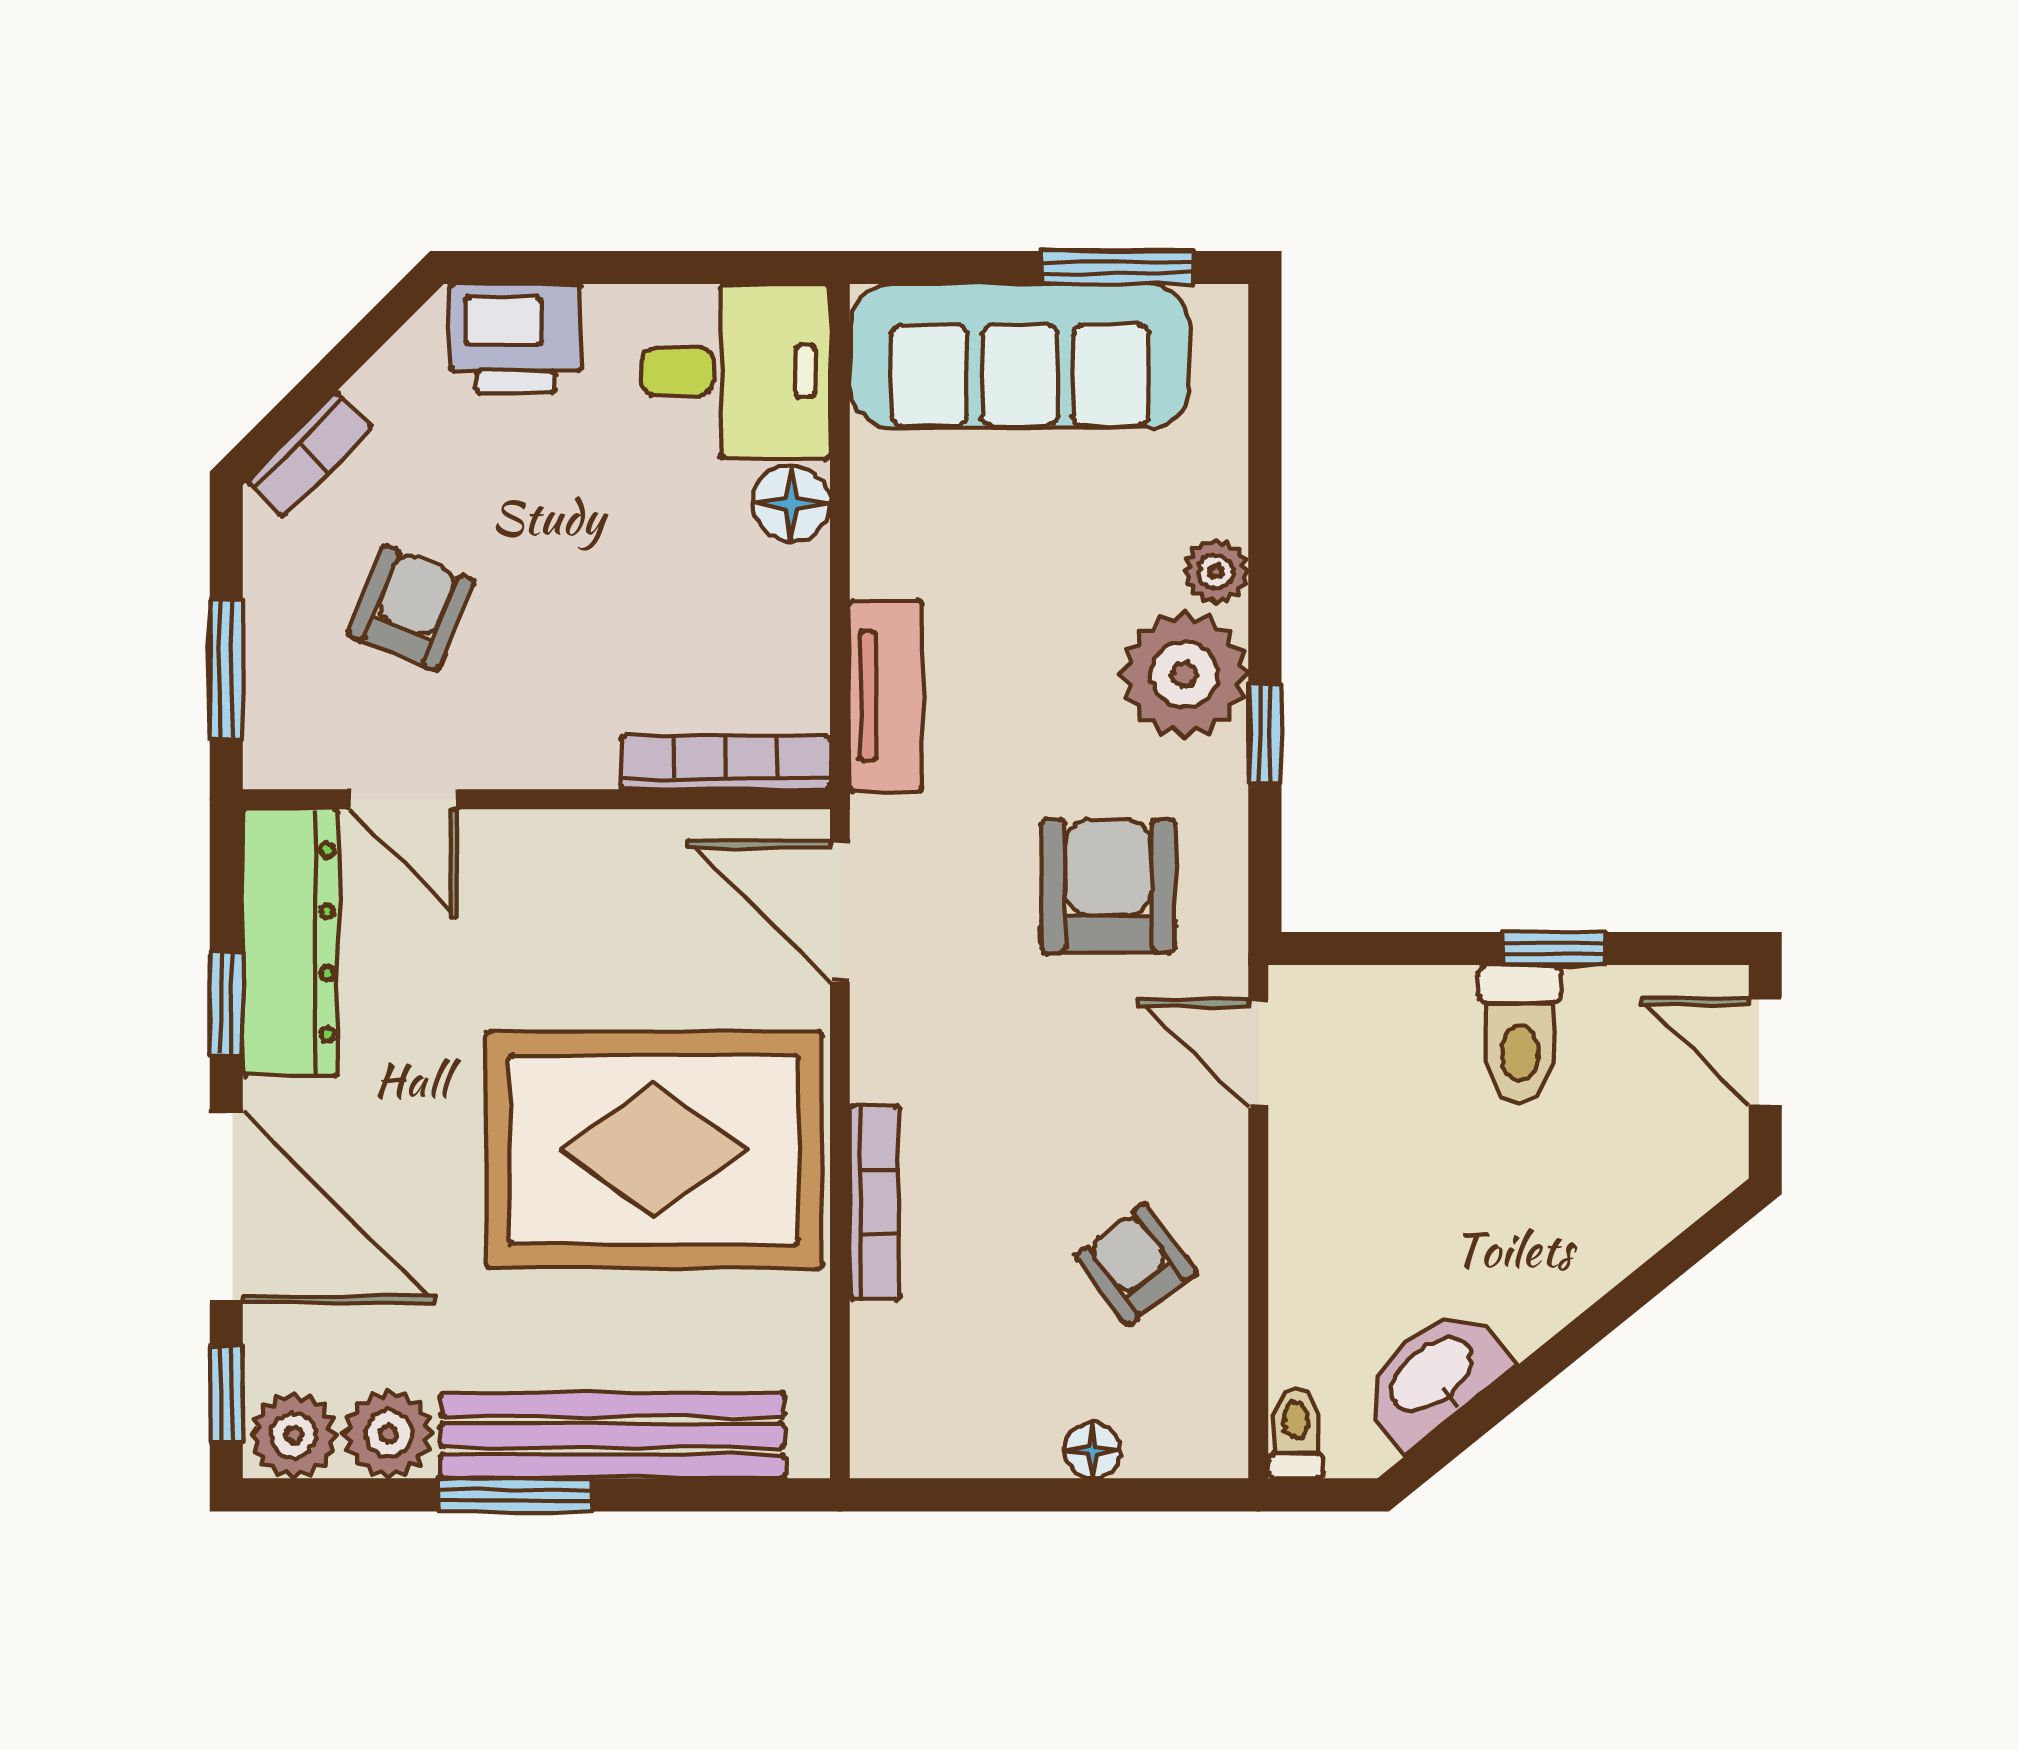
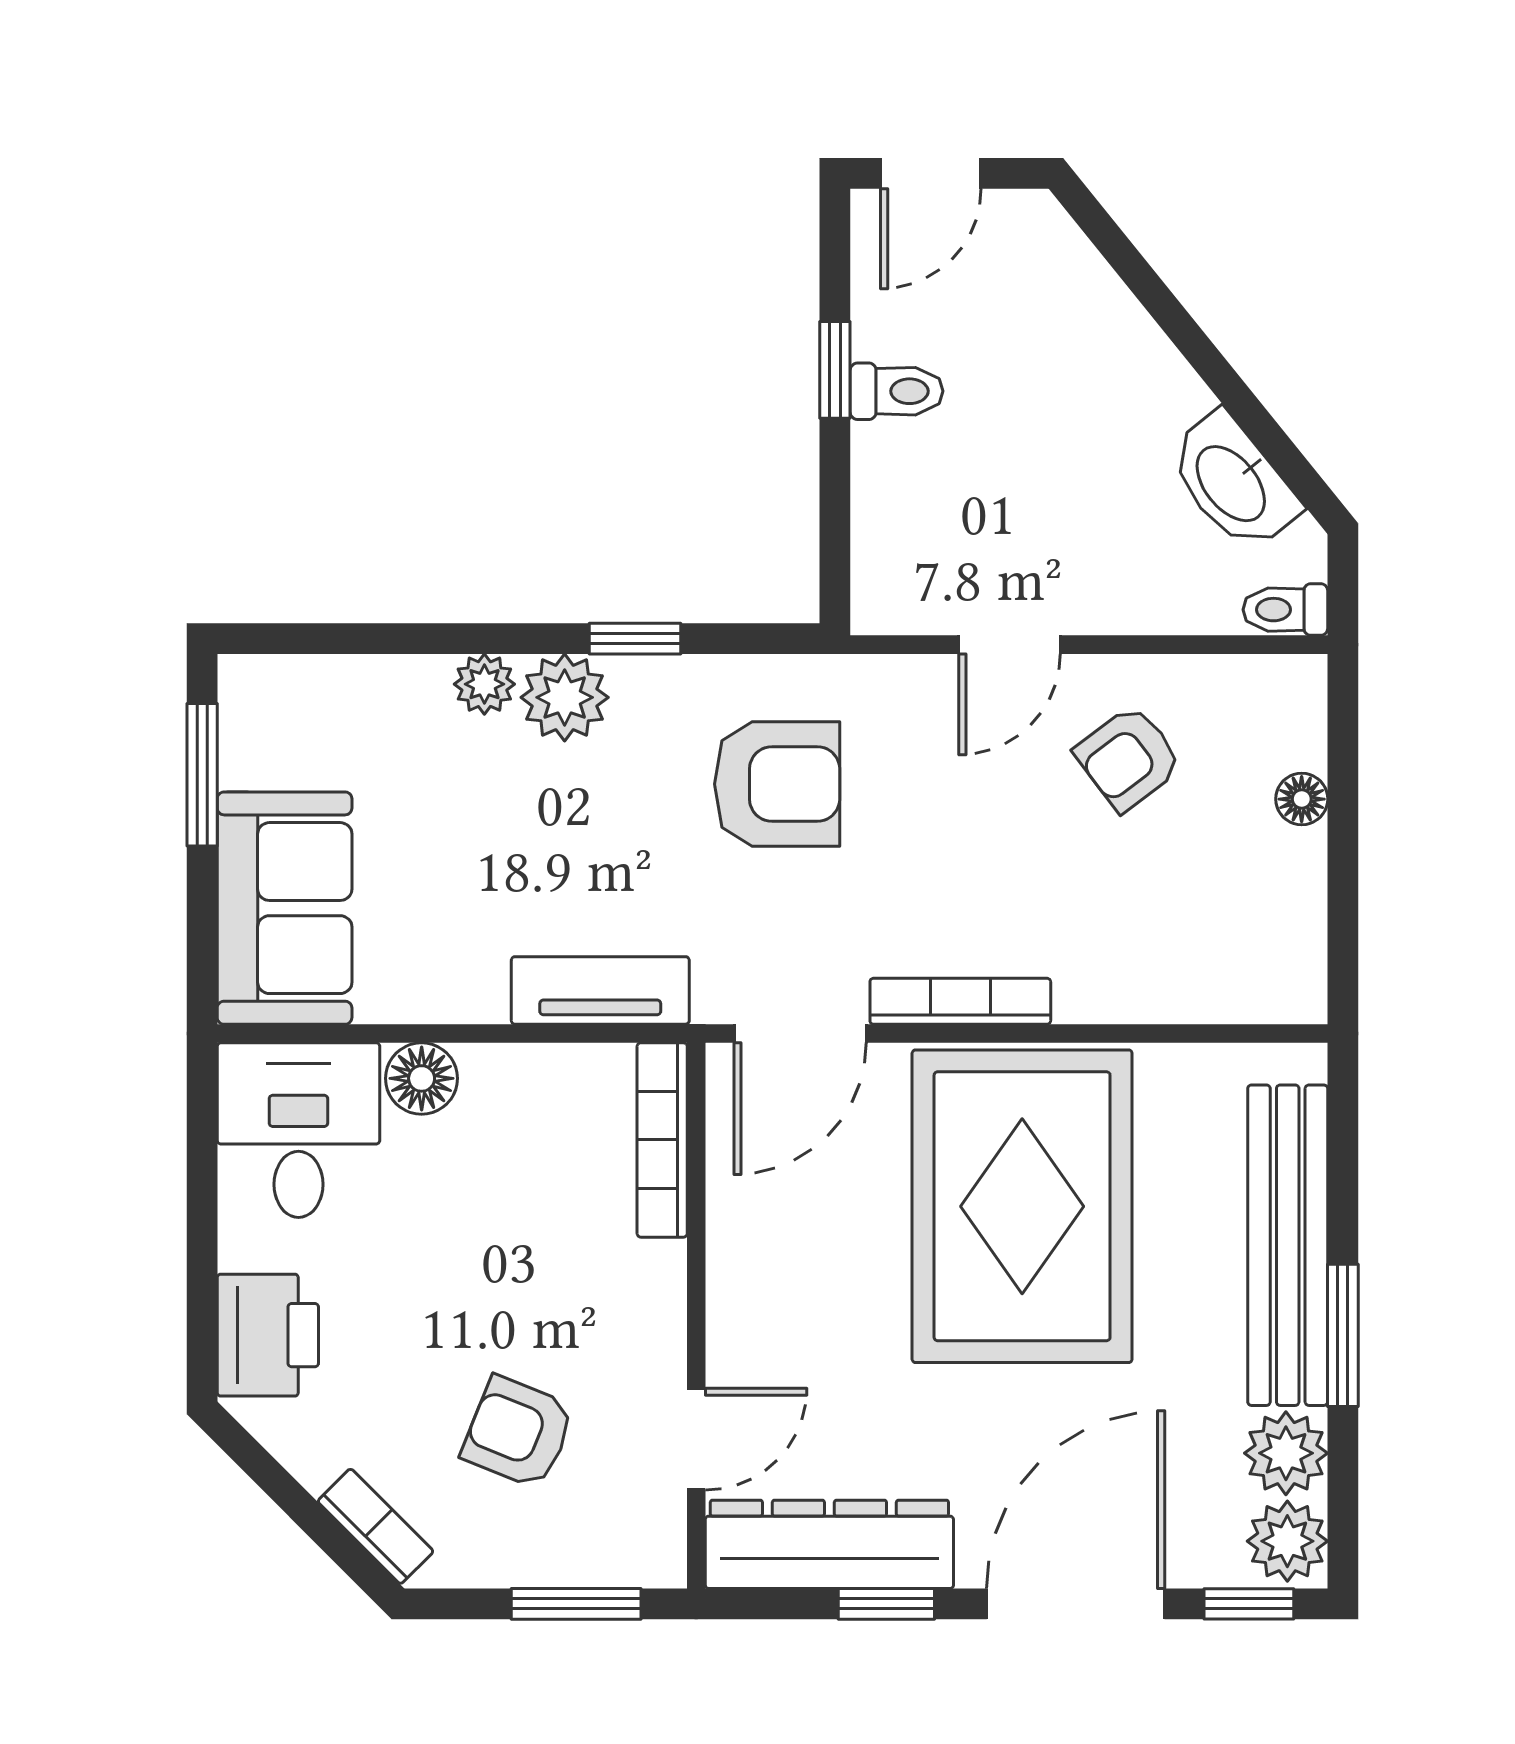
sofa: (1020, 356) -> (285, 908), width x0.73
plant: (1184, 675) -> (565, 697), width x0.73, depth x0.73
armchair: (1108, 886) -> (777, 784), turned 180
toilet: (1520, 1034) -> (897, 391), width x0.73, depth x0.72
door: (1258, 1054) -> (1010, 645), moved
bookcase: (875, 1202) -> (960, 1001), moved

